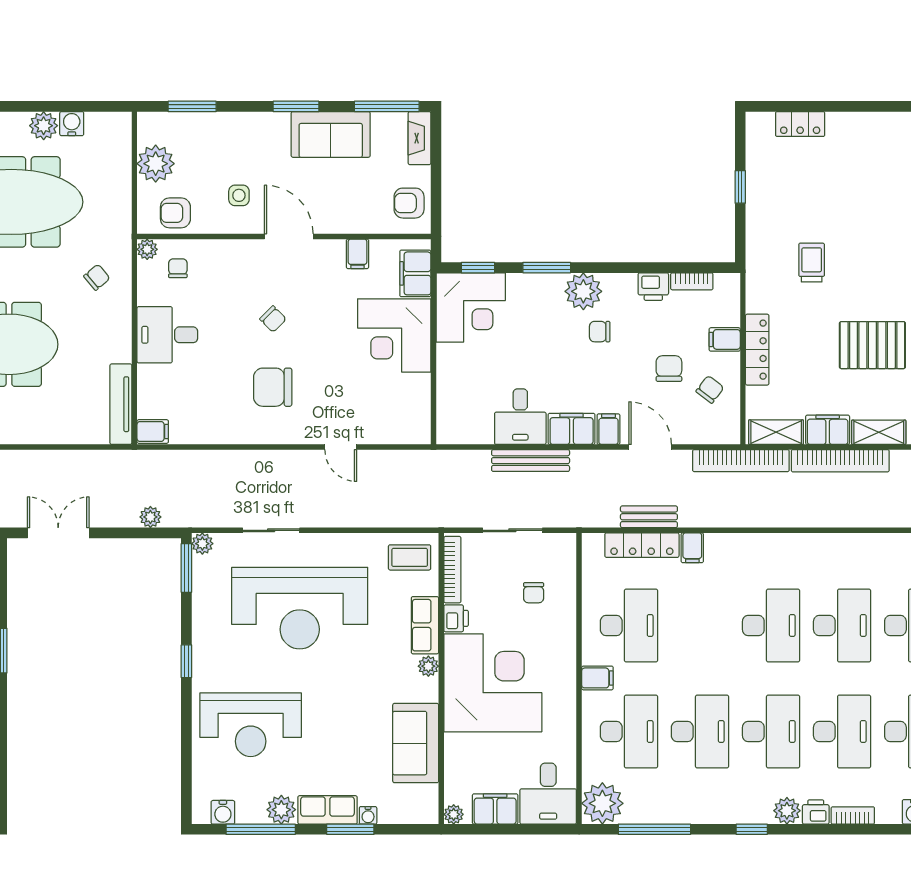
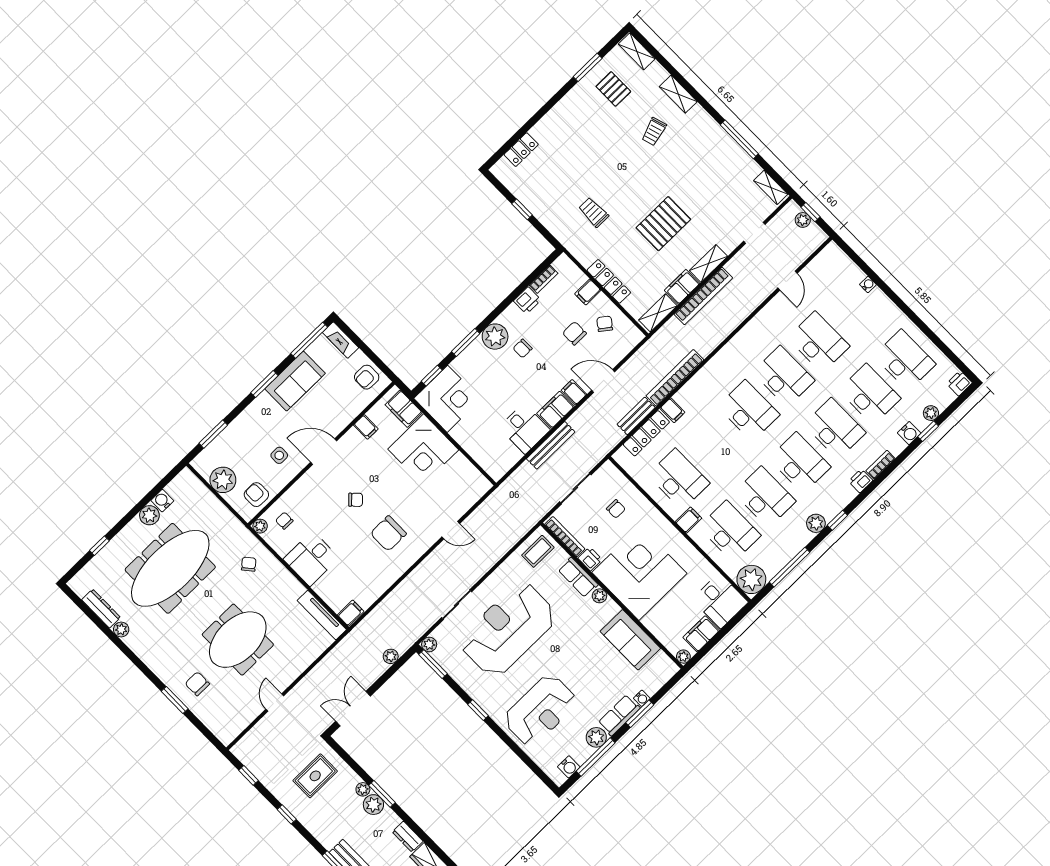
armchair: (175, 213) -> (256, 495), turned 90
bookcase: (741, 461) -> (675, 378), moved, turned 180
reception desk: (300, 608) -> (508, 629), turned 180
plant: (787, 811) -> (816, 523), moved

